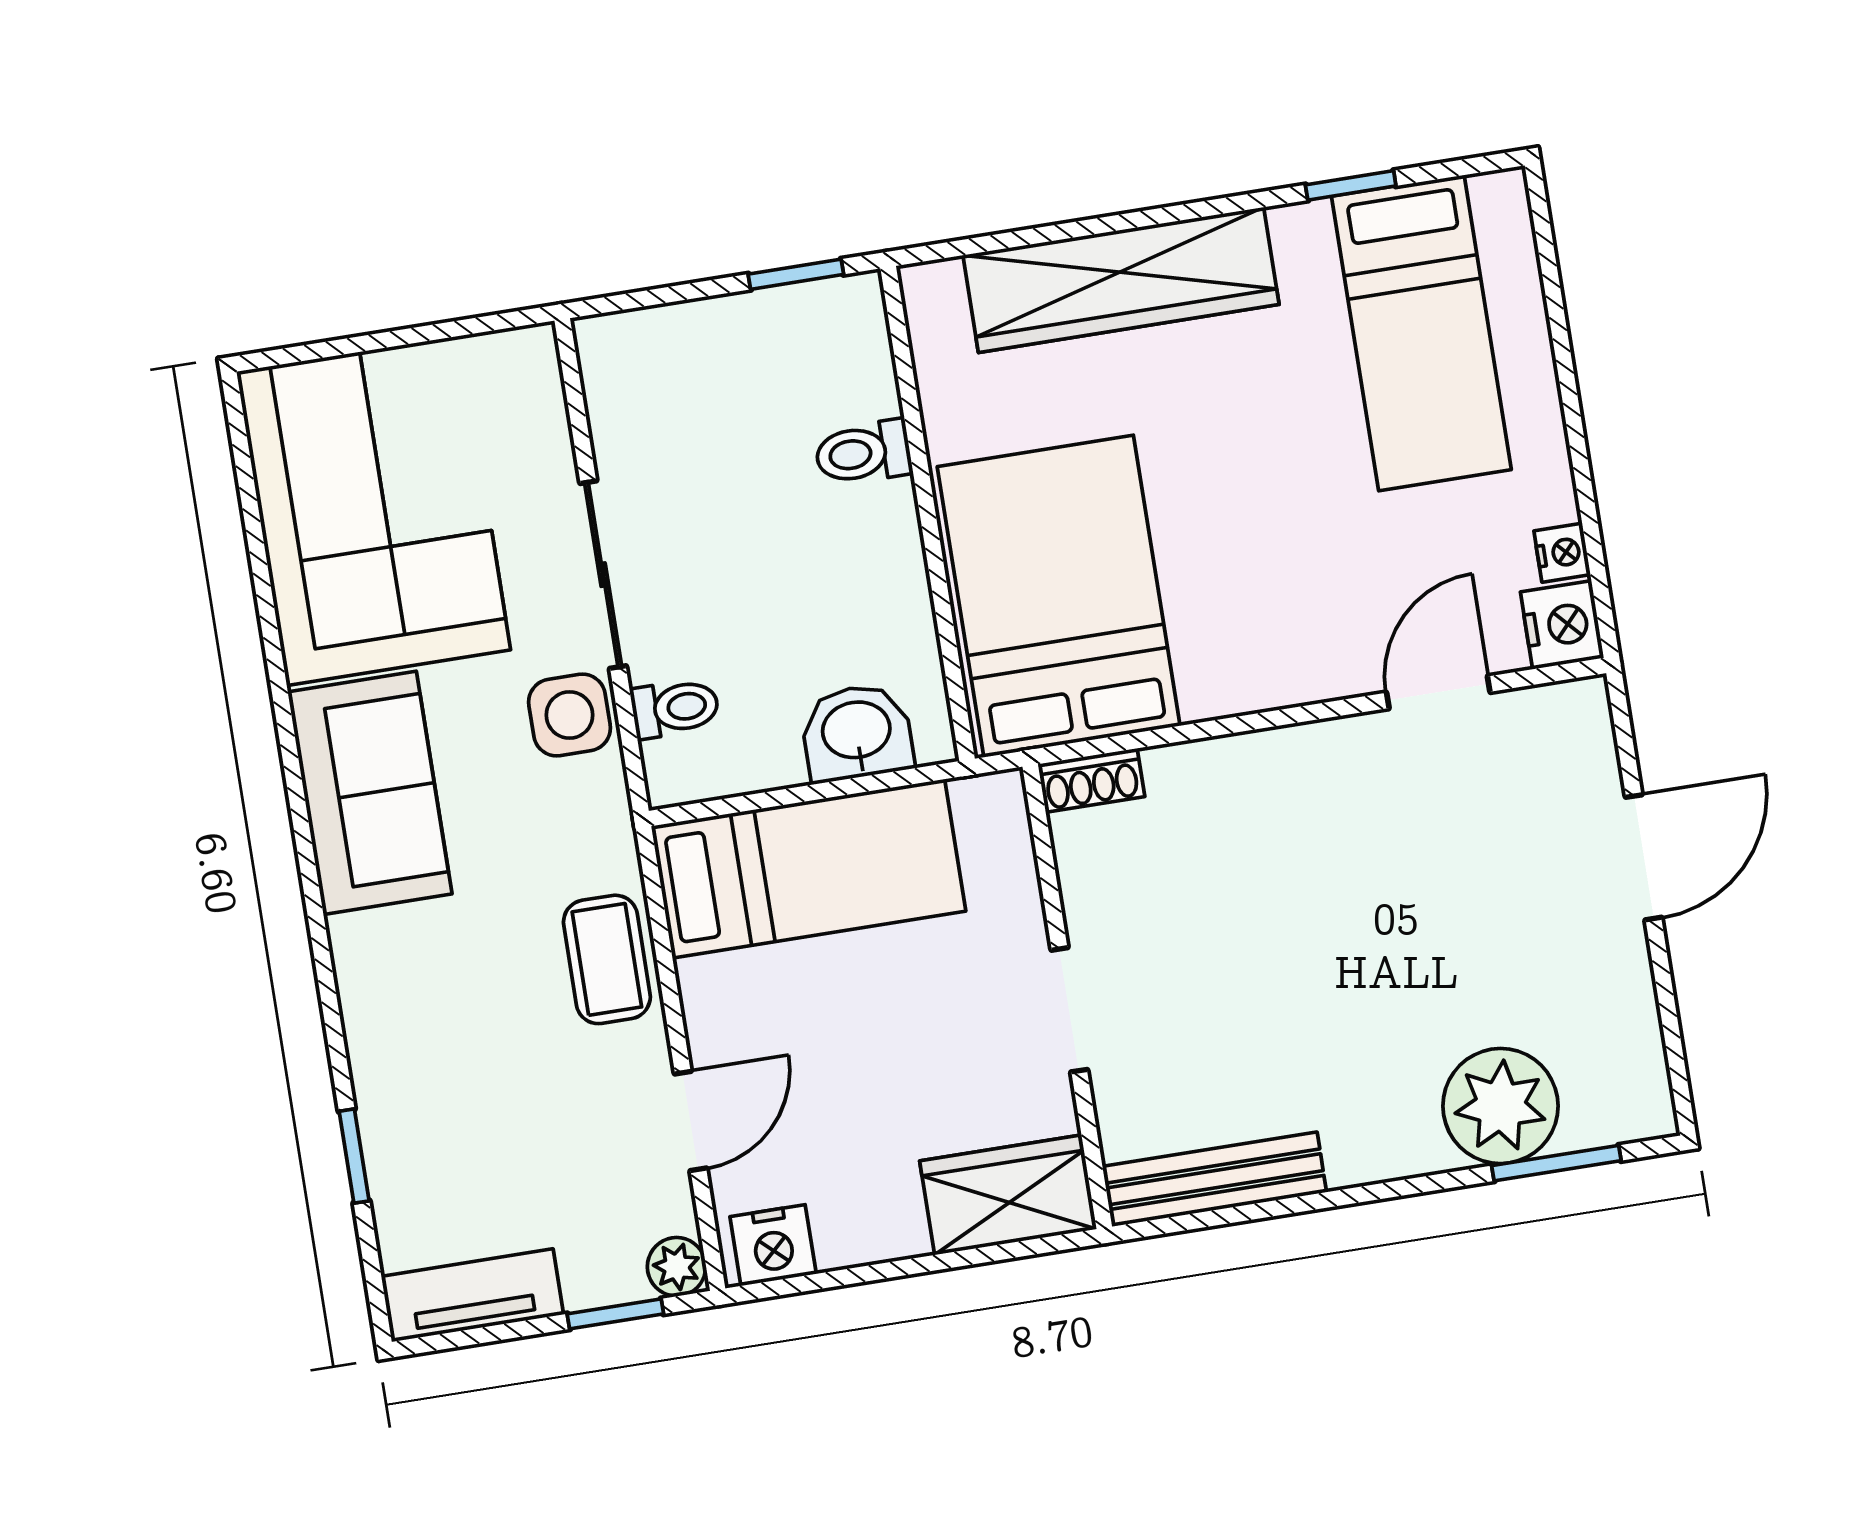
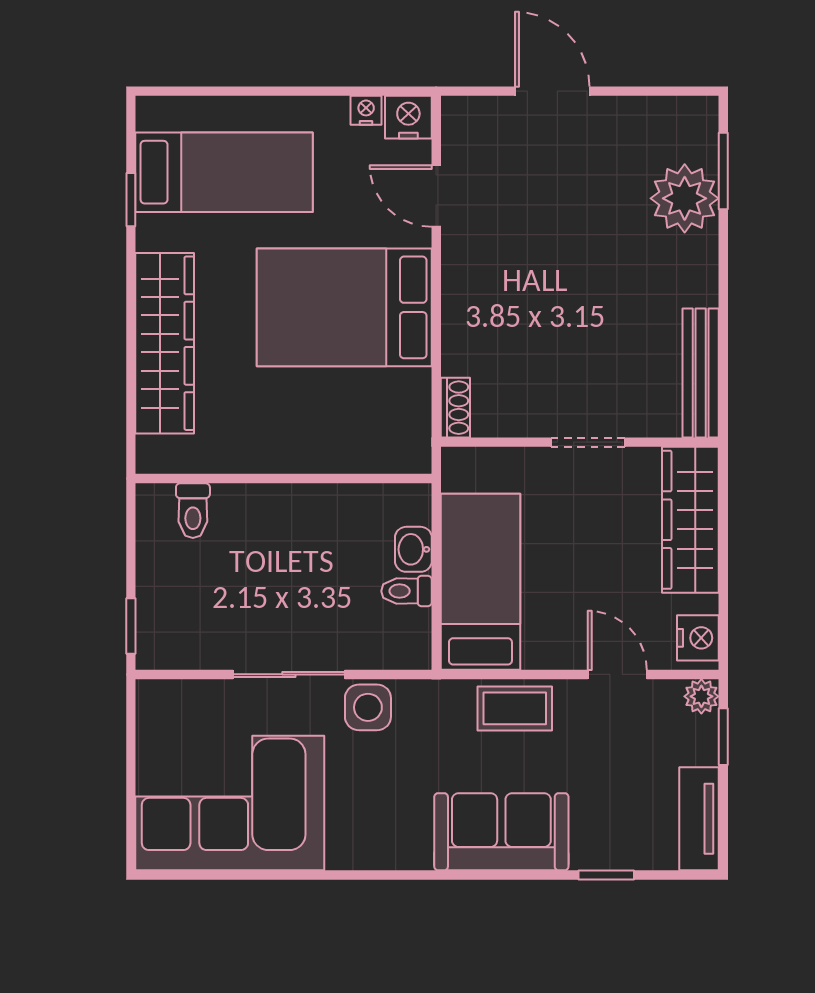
window: (796, 274) -> (131, 626), moved
toilet: (863, 453) -> (193, 511), moved
bed: (1059, 596) -> (344, 307), moved
toilet: (675, 708) -> (407, 591), moved, turned -90
washbasin: (857, 732) -> (413, 549), width x0.72, depth x0.69
sofa: (370, 793) -> (501, 832), moved
wardrobe: (1008, 1195) -> (690, 520), width x1.50

